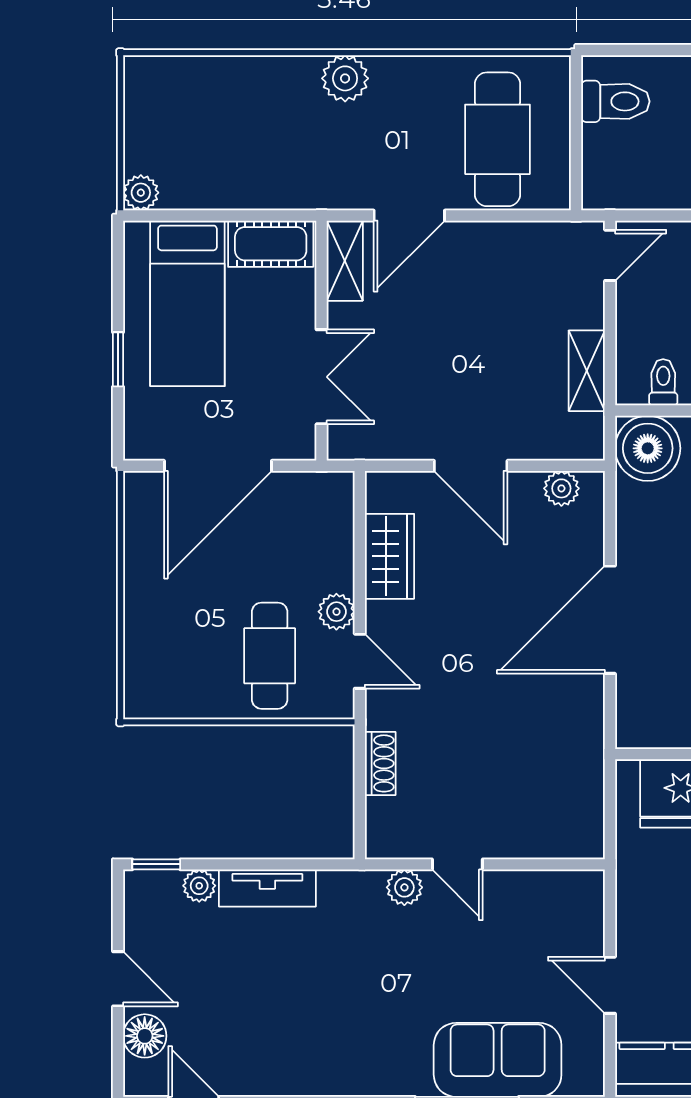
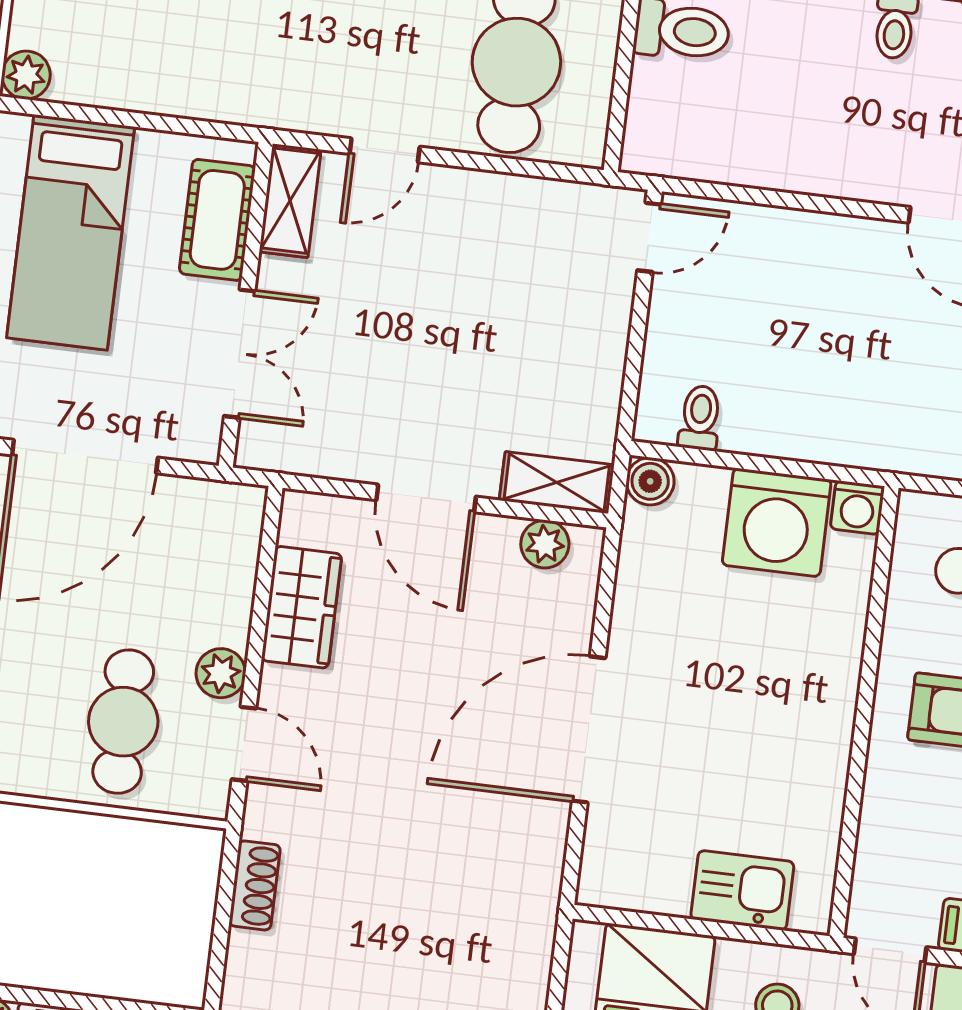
door: (409, 215) -> (385, 150), width x0.73
cot: (271, 244) -> (217, 220), moved, turned 90
shelving: (587, 371) -> (557, 483), moved, turned 90
boiler: (648, 448) -> (650, 481), width x0.54, depth x0.54

